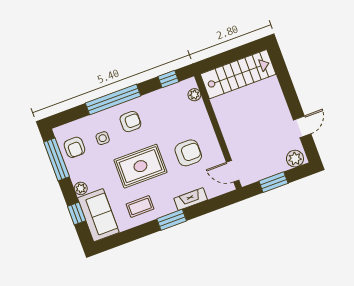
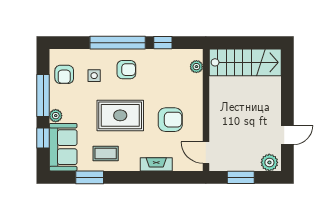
window: (168, 79) -> (163, 43), moved
window: (57, 159) -> (43, 96), moved
window: (172, 220) -> (90, 177), moved

